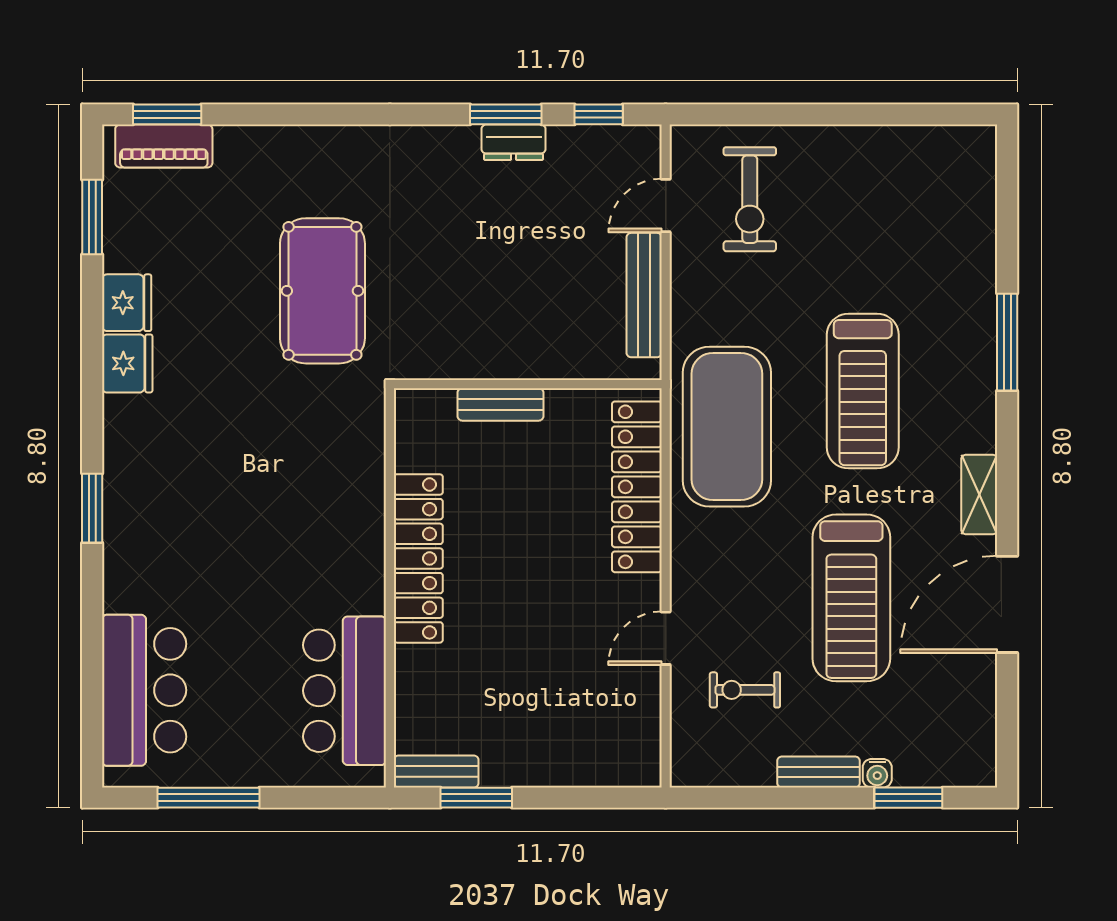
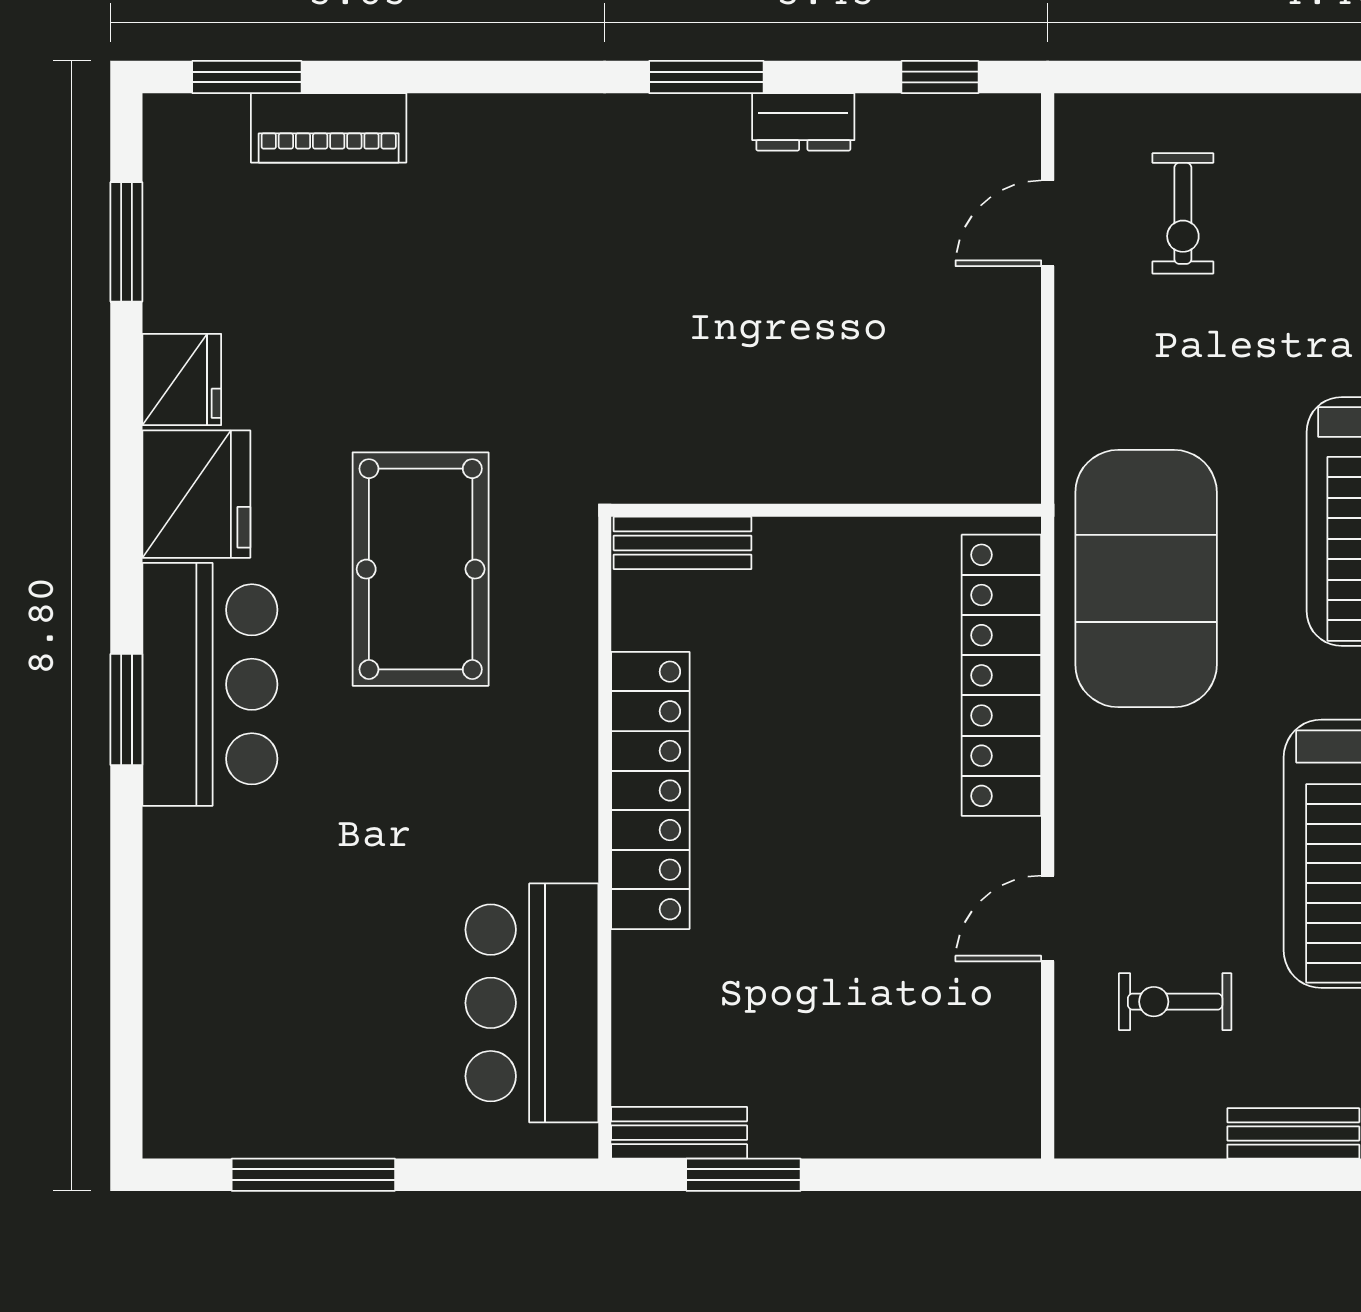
window: (506, 114) -> (706, 77), moved
piano: (164, 146) -> (329, 128), moved
exercise bike: (750, 199) -> (1183, 213), width x0.73, depth x0.72
pool table: (322, 291) -> (421, 569), moved
bench: (644, 295) -> (1013, 367), removed
fridge: (127, 363) -> (196, 494), width x1.36, depth x1.34
bench: (501, 404) -> (683, 543), moved
bar counter: (144, 690) -> (210, 684), moved

